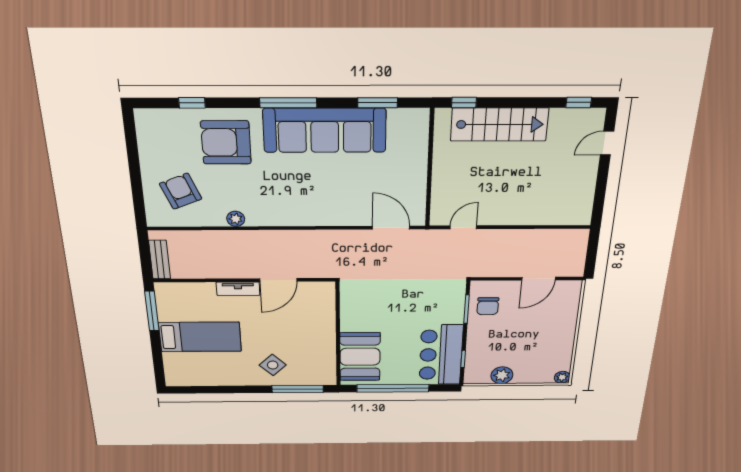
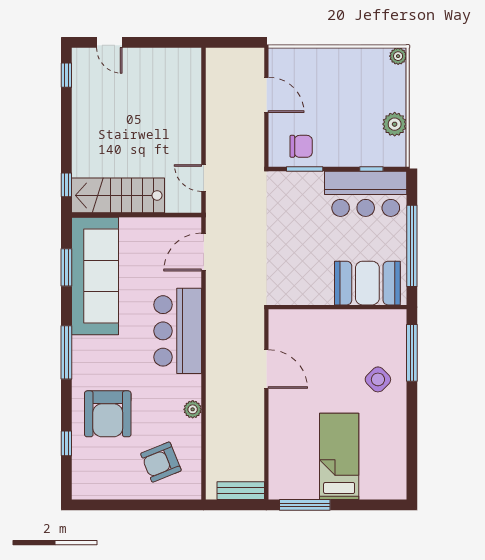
stairs: (499, 124) -> (118, 195), moved, turned -90
sofa: (325, 130) -> (95, 276), moved
bar counter: (313, 206) -> (178, 331), added
tv unit: (238, 289) -> (277, 412), removed

